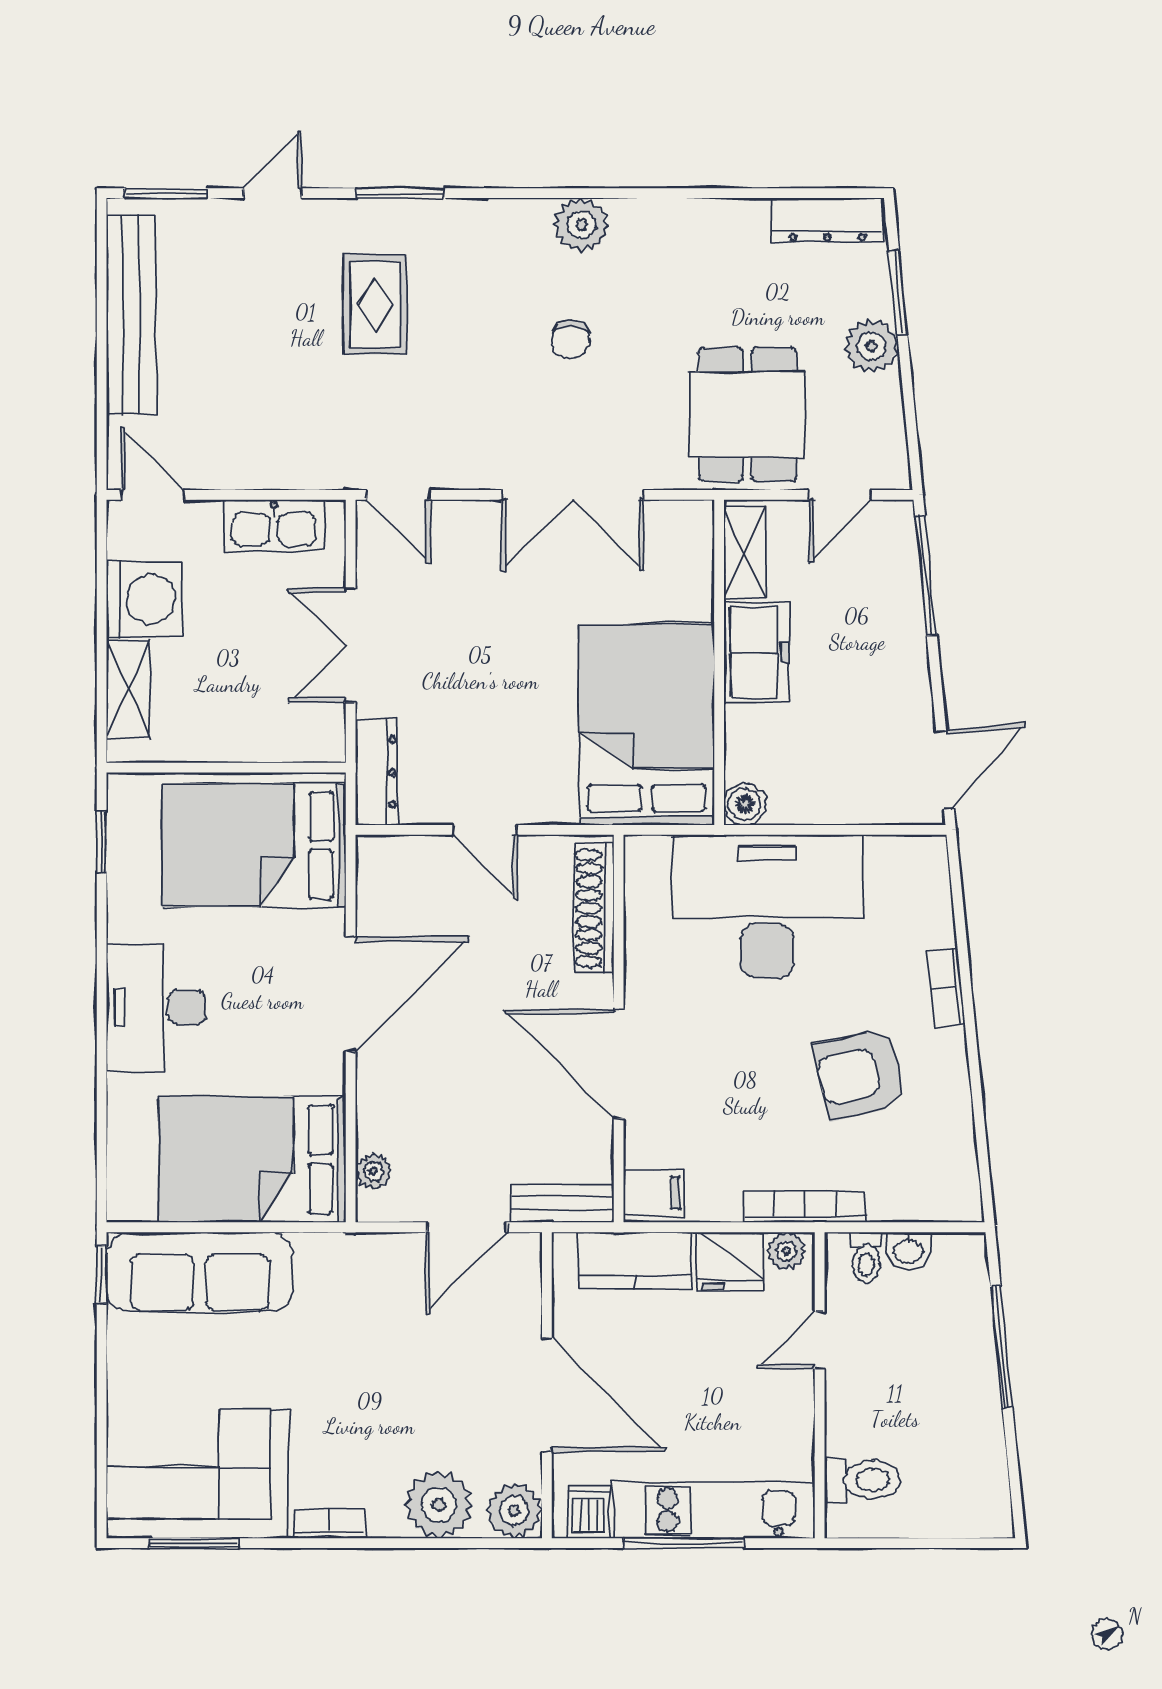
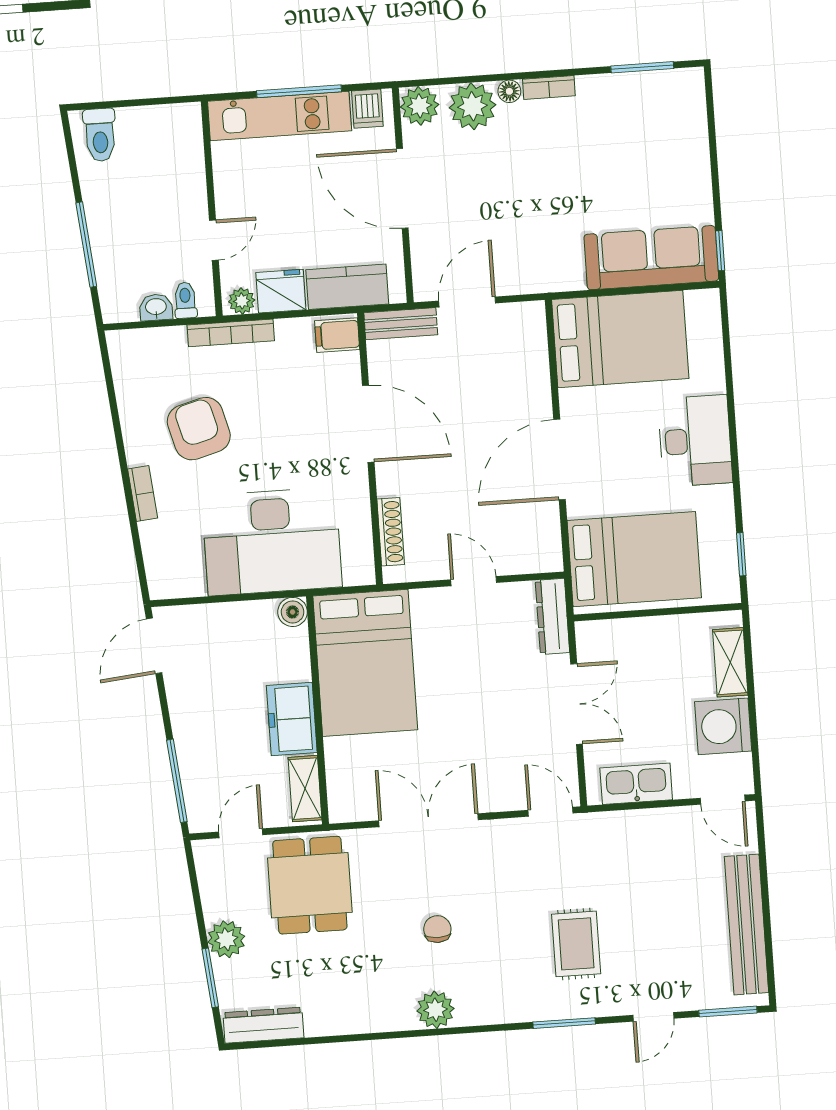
shoe rack: (594, 908) -> (391, 532), width x0.74, depth x0.81
armchair: (860, 1074) -> (199, 429), turned -92
plant: (373, 1171) -> (535, 336), removed
corner sofa: (197, 1474) -> (643, 116), removed
toilet: (862, 1480) -> (100, 135), moved, turned -90
floor lamp: (385, 1522) -> (509, 91), added

